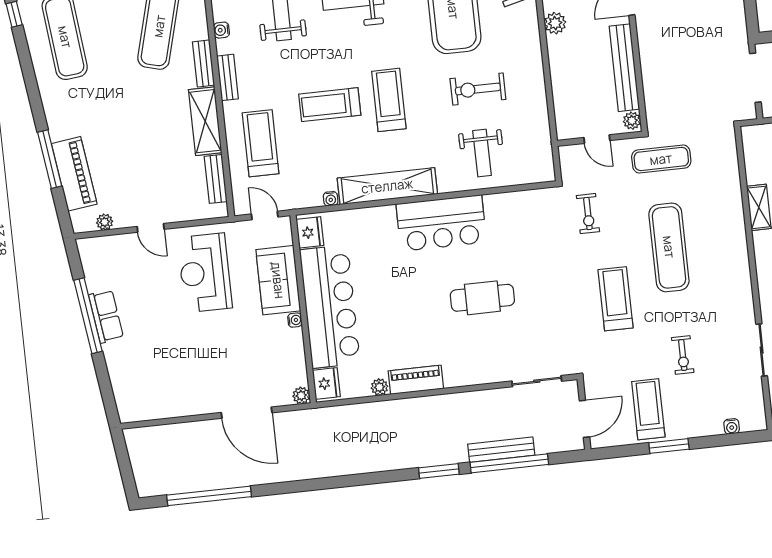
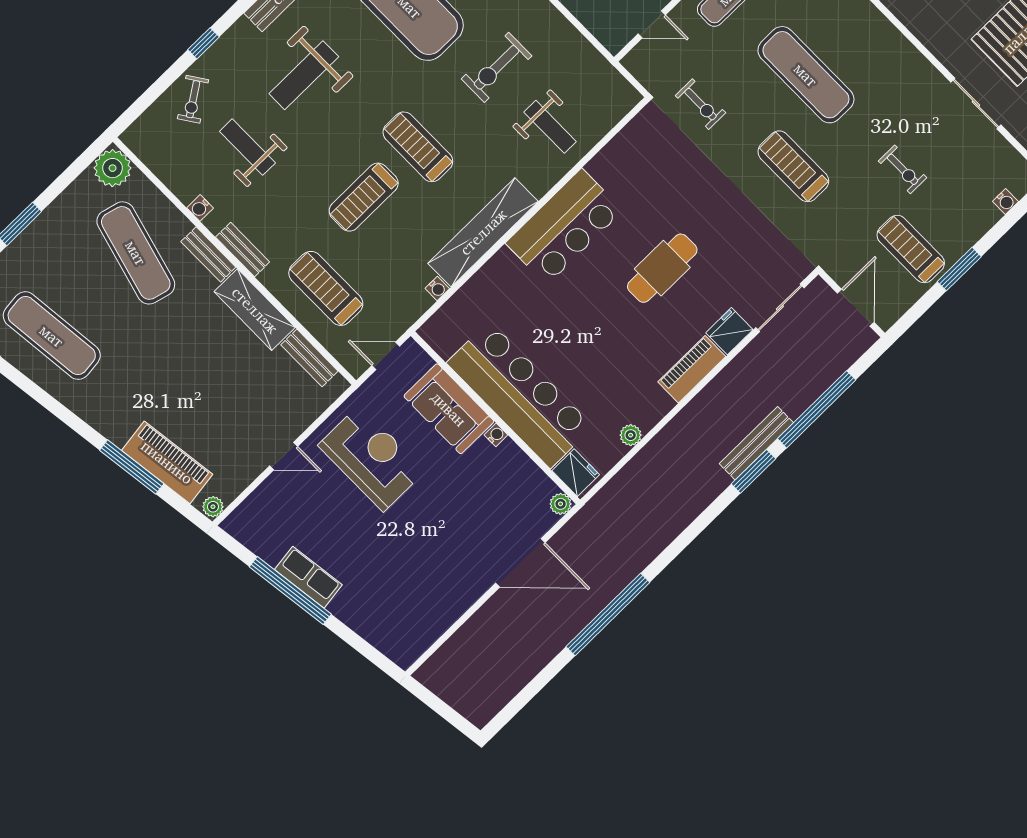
plant: (105, 222) -> (213, 507), moved
fridge: (310, 232) -> (729, 331), moved, turned -90
reception desk: (205, 273) -> (371, 458), turned 180
piano: (416, 380) -> (692, 369), moved
bench: (501, 450) -> (756, 443), moved
window: (209, 496) -> (608, 614), moved

